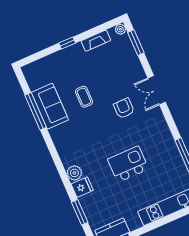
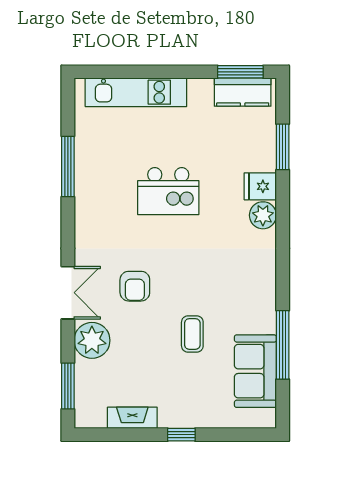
plant: (120, 29) -> (92, 340), moved, width x1.87, depth x1.87
sofa: (50, 106) -> (255, 371), moved

